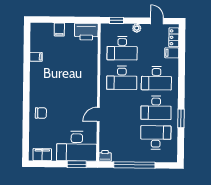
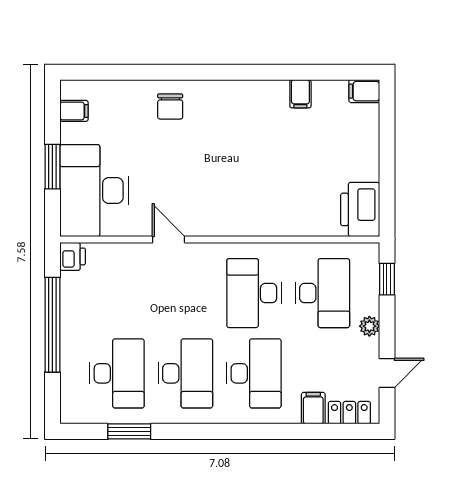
filing cabinet: (59, 30) -> (364, 91), moved
desk: (122, 48) -> (322, 293), turned 180
desk: (156, 78) -> (254, 373), turned 180
desk: (156, 108) -> (185, 373), turned 180
window: (181, 118) -> (129, 431), moved
filing cabinet: (42, 155) -> (74, 111), width x0.50
window: (77, 164) -> (52, 167), moved

